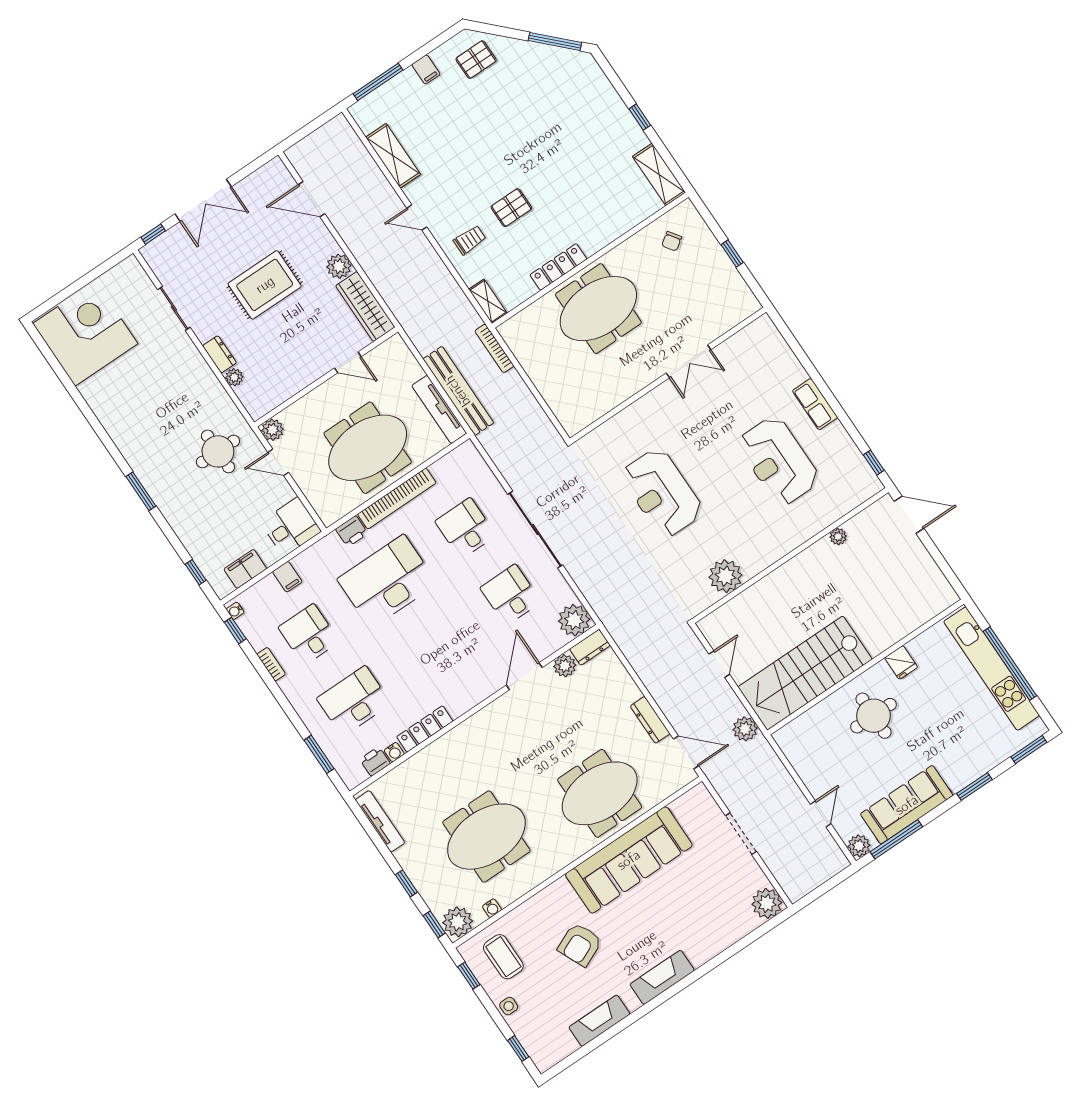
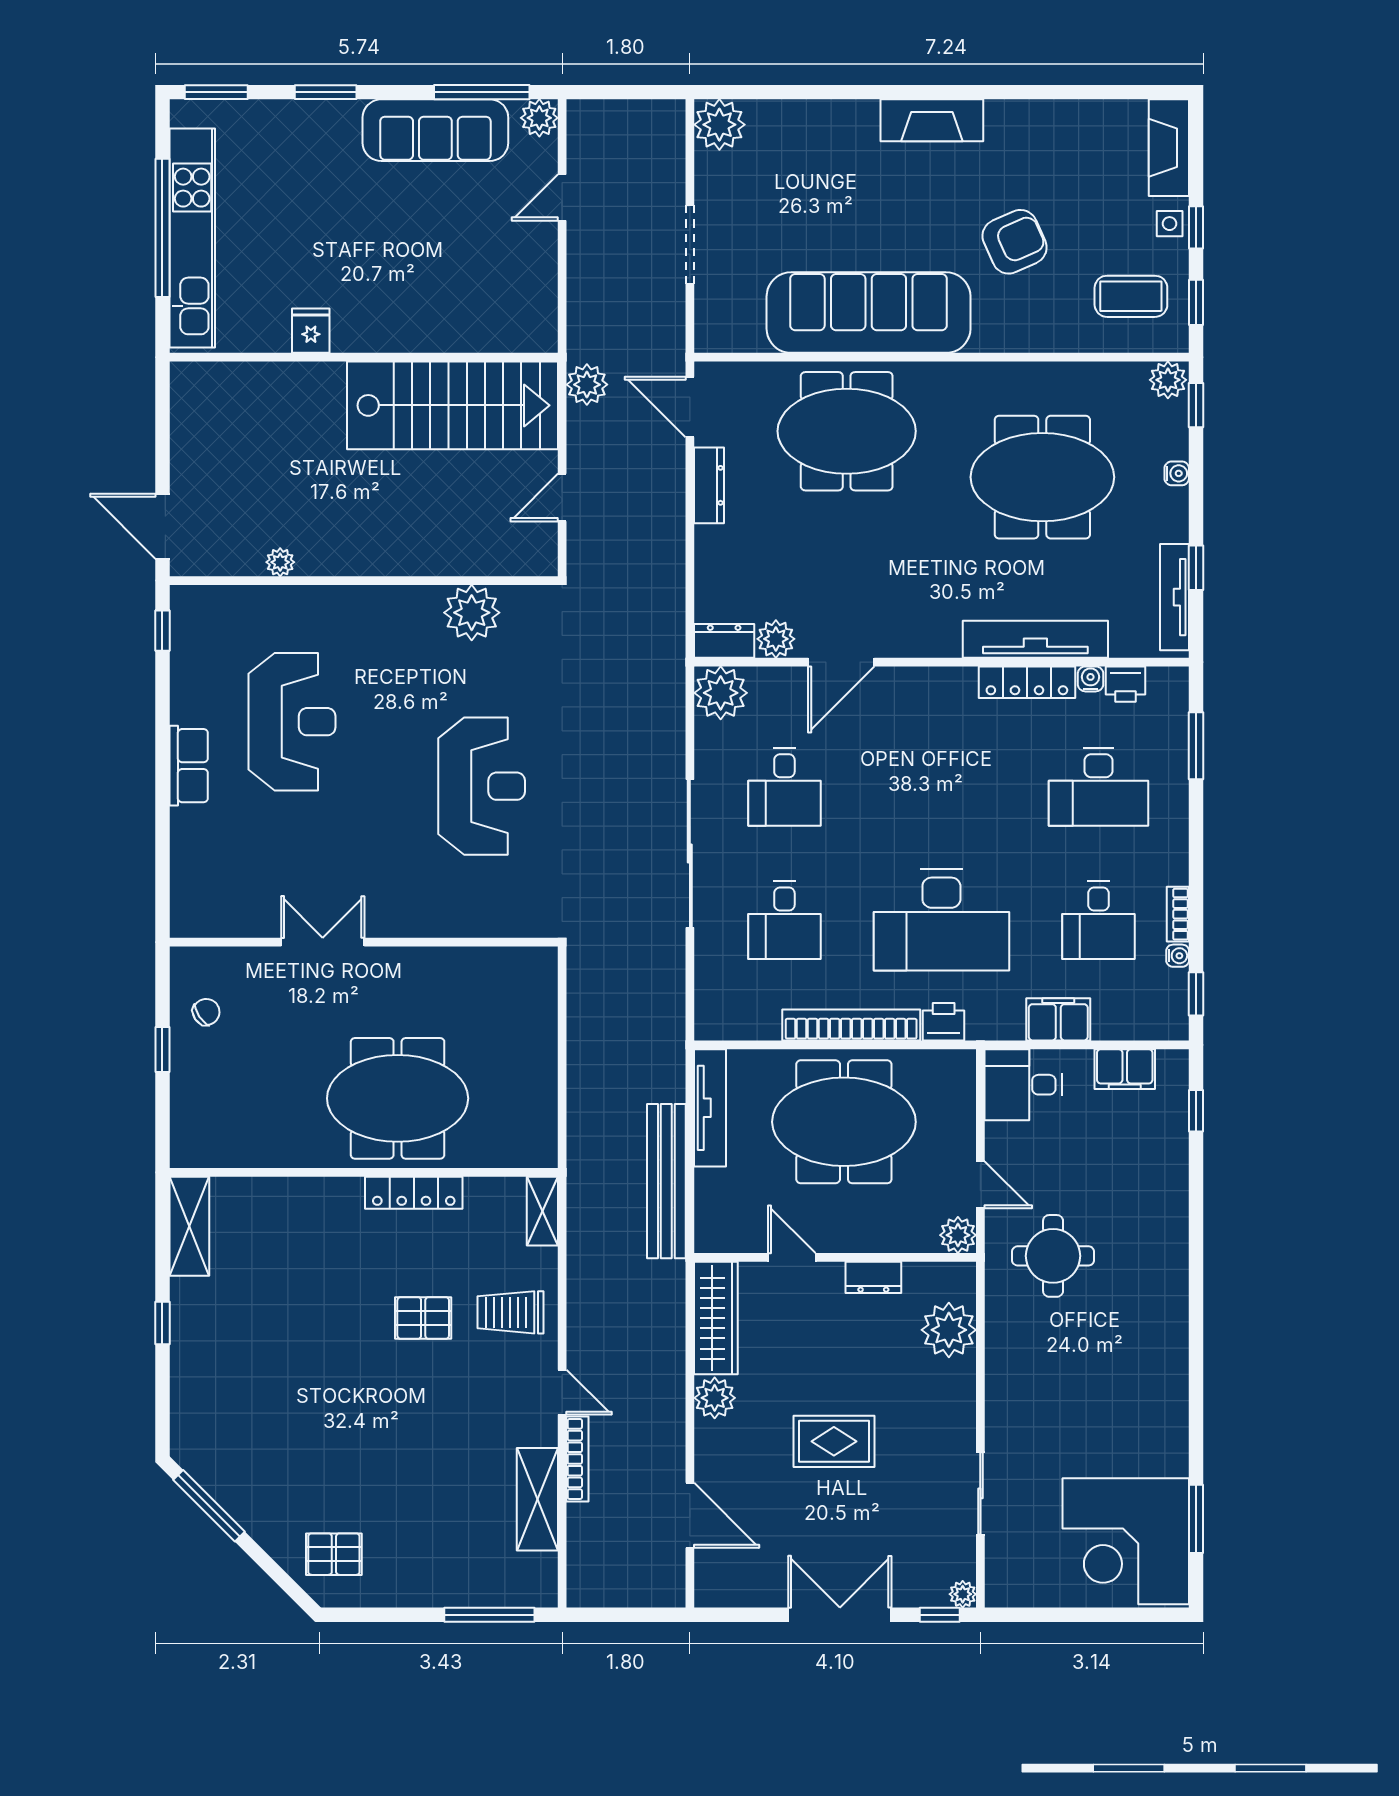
filing cabinet: (426, 69) -> (412, 1587), removed
trolley: (470, 240) -> (510, 1312), width x1.36, depth x1.39
chair: (672, 241) -> (206, 1012), moved
plant: (149, 252) -> (963, 1594), added
rug: (265, 285) -> (834, 1441), width x0.73, depth x0.70
bookcase: (494, 348) -> (577, 1459), moved
dresser: (219, 354) -> (873, 1277), moved, turned -90
plant: (234, 377) -> (949, 1330), width x1.88, depth x1.88
bench: (458, 391) -> (666, 1181), moved
window: (141, 491) -> (1196, 1519), moved
filing cabinet: (287, 577) -> (1058, 1019), width x2.00
water cooler: (235, 611) -> (1178, 956), moved
round table: (873, 716) -> (398, 283), removed
tv unit: (435, 753) -> (1035, 639), added
window: (406, 883) -> (1196, 568), moved
water cooler: (492, 908) -> (1177, 473), moved, turned 90
plant: (458, 922) -> (1168, 380), width x0.73, depth x0.73
coffee table: (503, 957) -> (1131, 296), turned 90
fireplace: (599, 1021) -> (1169, 148), moved, turned 90
window: (518, 1049) -> (1196, 227), moved

